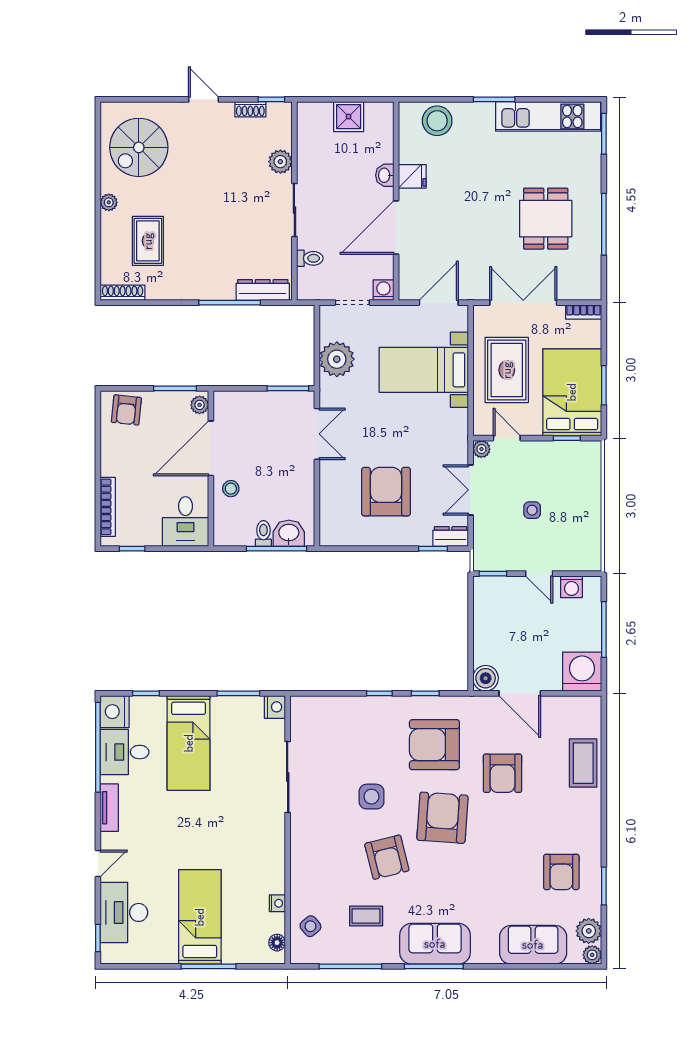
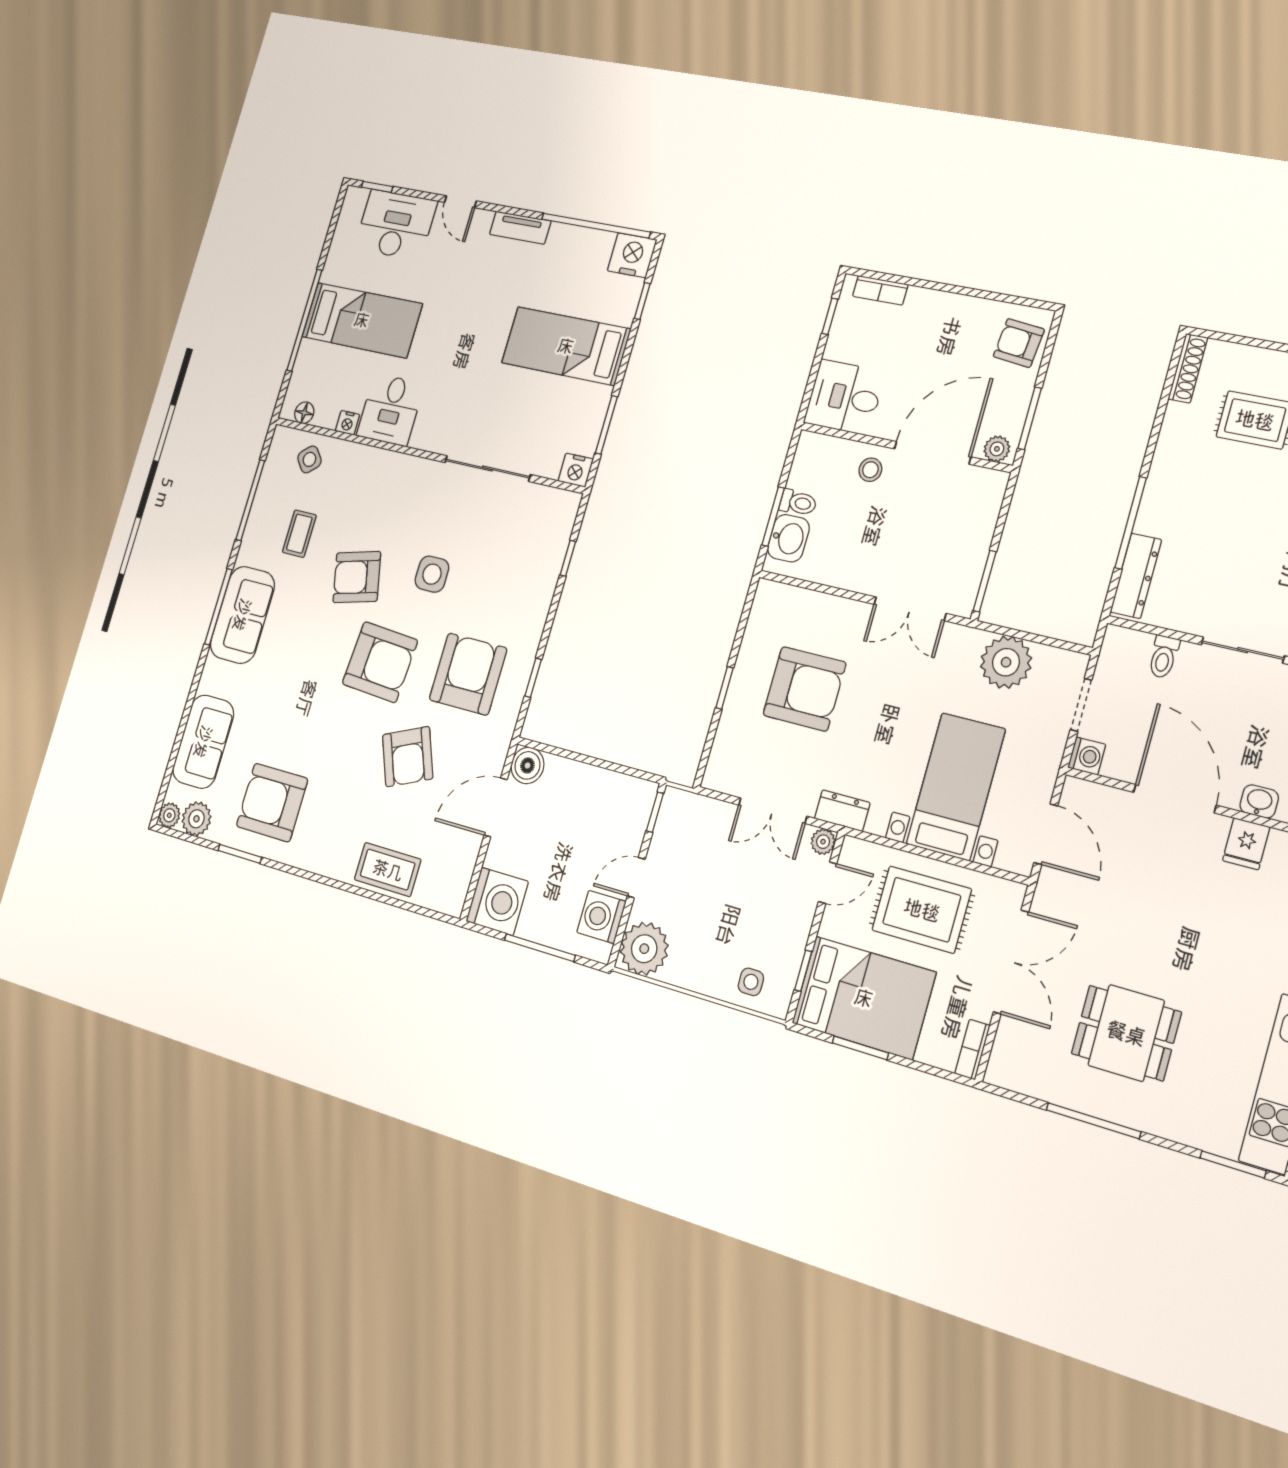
door: (211, 448) -> (933, 453), hinge flipped
double door: (471, 490) -> (773, 811), swing flipped
bookcase: (108, 507) -> (880, 290), width x0.64
side table: (532, 510) -> (751, 982), moved
dresser: (451, 537) -> (842, 811), moved, turned -90
window: (276, 549) -> (773, 516), width x0.69
window: (433, 549) -> (725, 688), moved
plant: (583, 553) -> (644, 949), added
washing machine: (571, 587) -> (601, 917), width x1.38, depth x1.38
window: (379, 693) -> (568, 558), moved
desk: (125, 752) -> (390, 410), moved, turned 180
armchair: (503, 773) -> (408, 757), turned -113
armchair: (561, 872) -> (272, 803), width x1.36, depth x1.36
window: (208, 966) -> (304, 320), width x1.46

